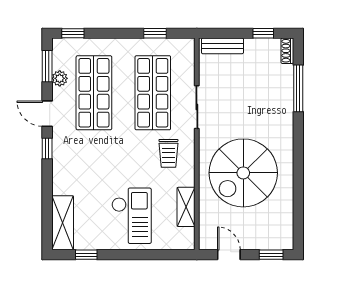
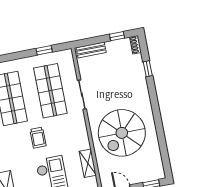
window: (298, 88) -> (148, 69), width x0.46
trolley: (168, 153) -> (38, 138), moved

